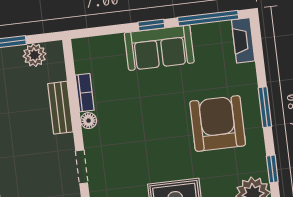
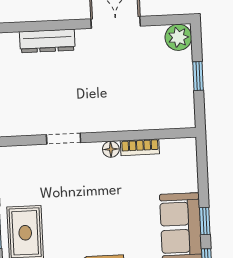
plant: (34, 55) -> (182, 98), removed
bench: (60, 108) -> (126, 121), removed

